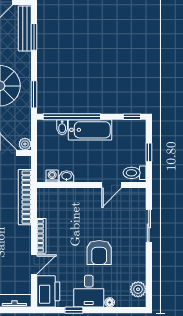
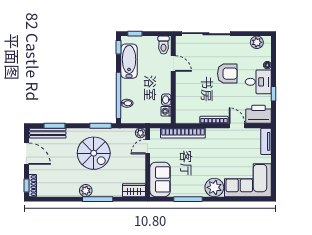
bathtub: (90, 130) -> (129, 61), moved
window: (149, 152) -> (135, 34), moved
sliding door: (149, 226) -> (206, 34), width x1.86

